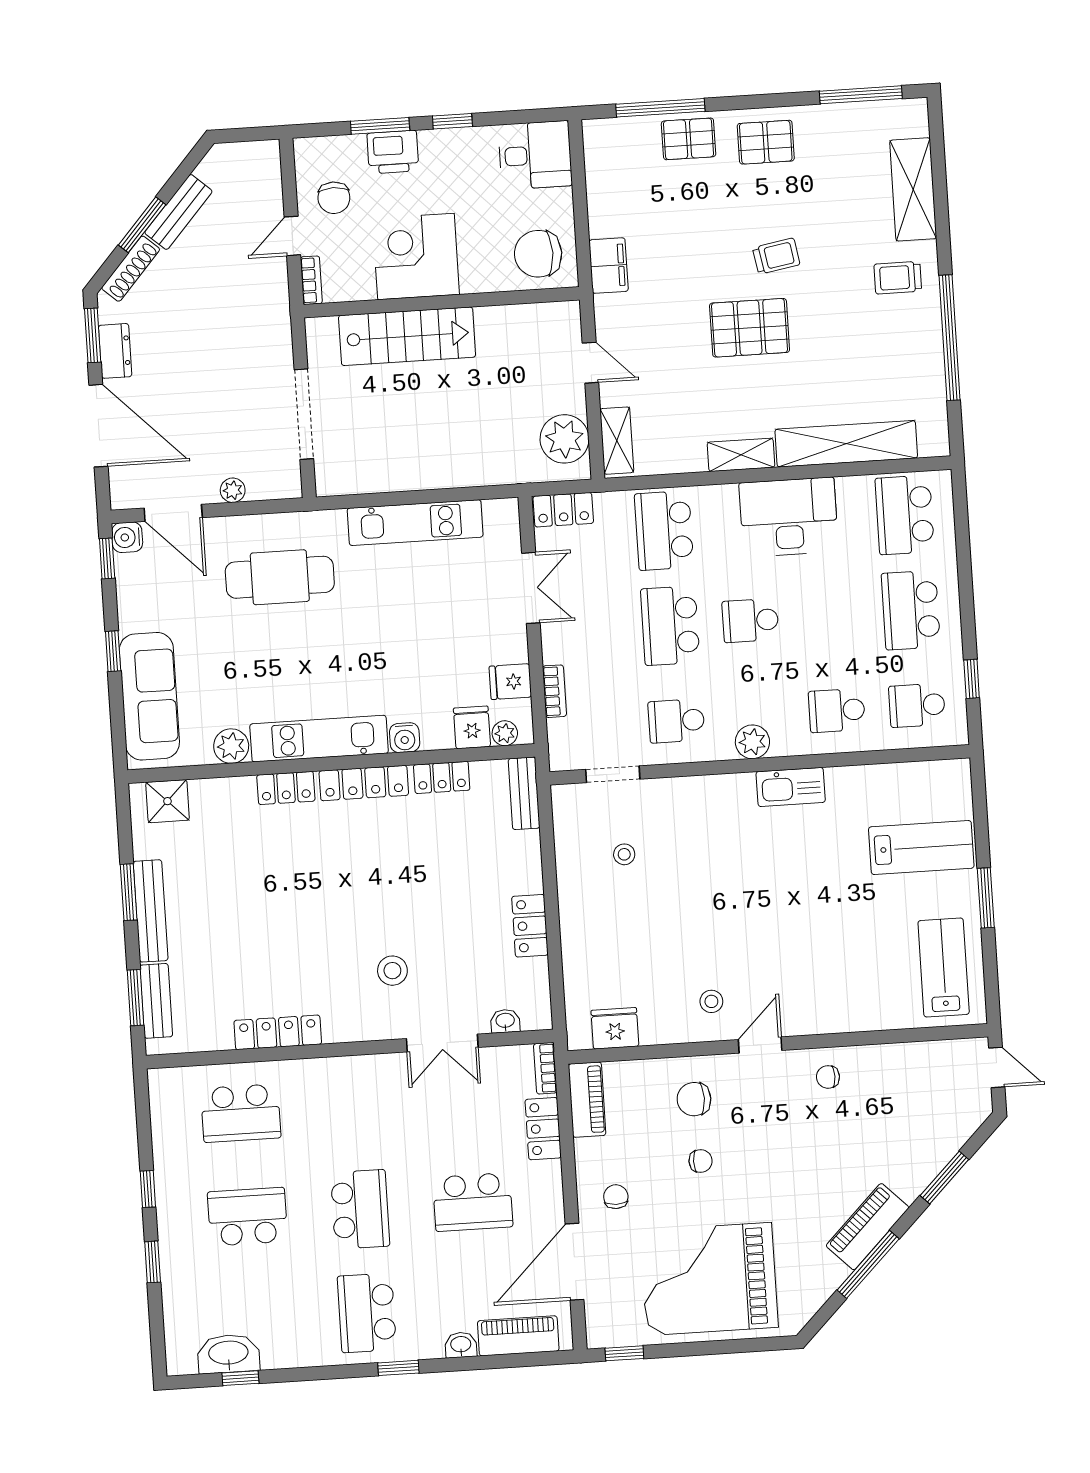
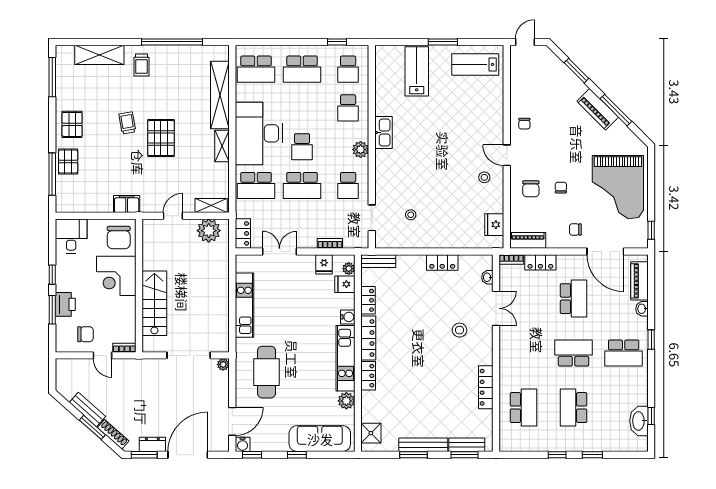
corner desk: (416, 257) -> (116, 276), moved
plant: (233, 490) -> (223, 364), moved
desk: (789, 517) -> (259, 133), width x1.36, depth x1.30

